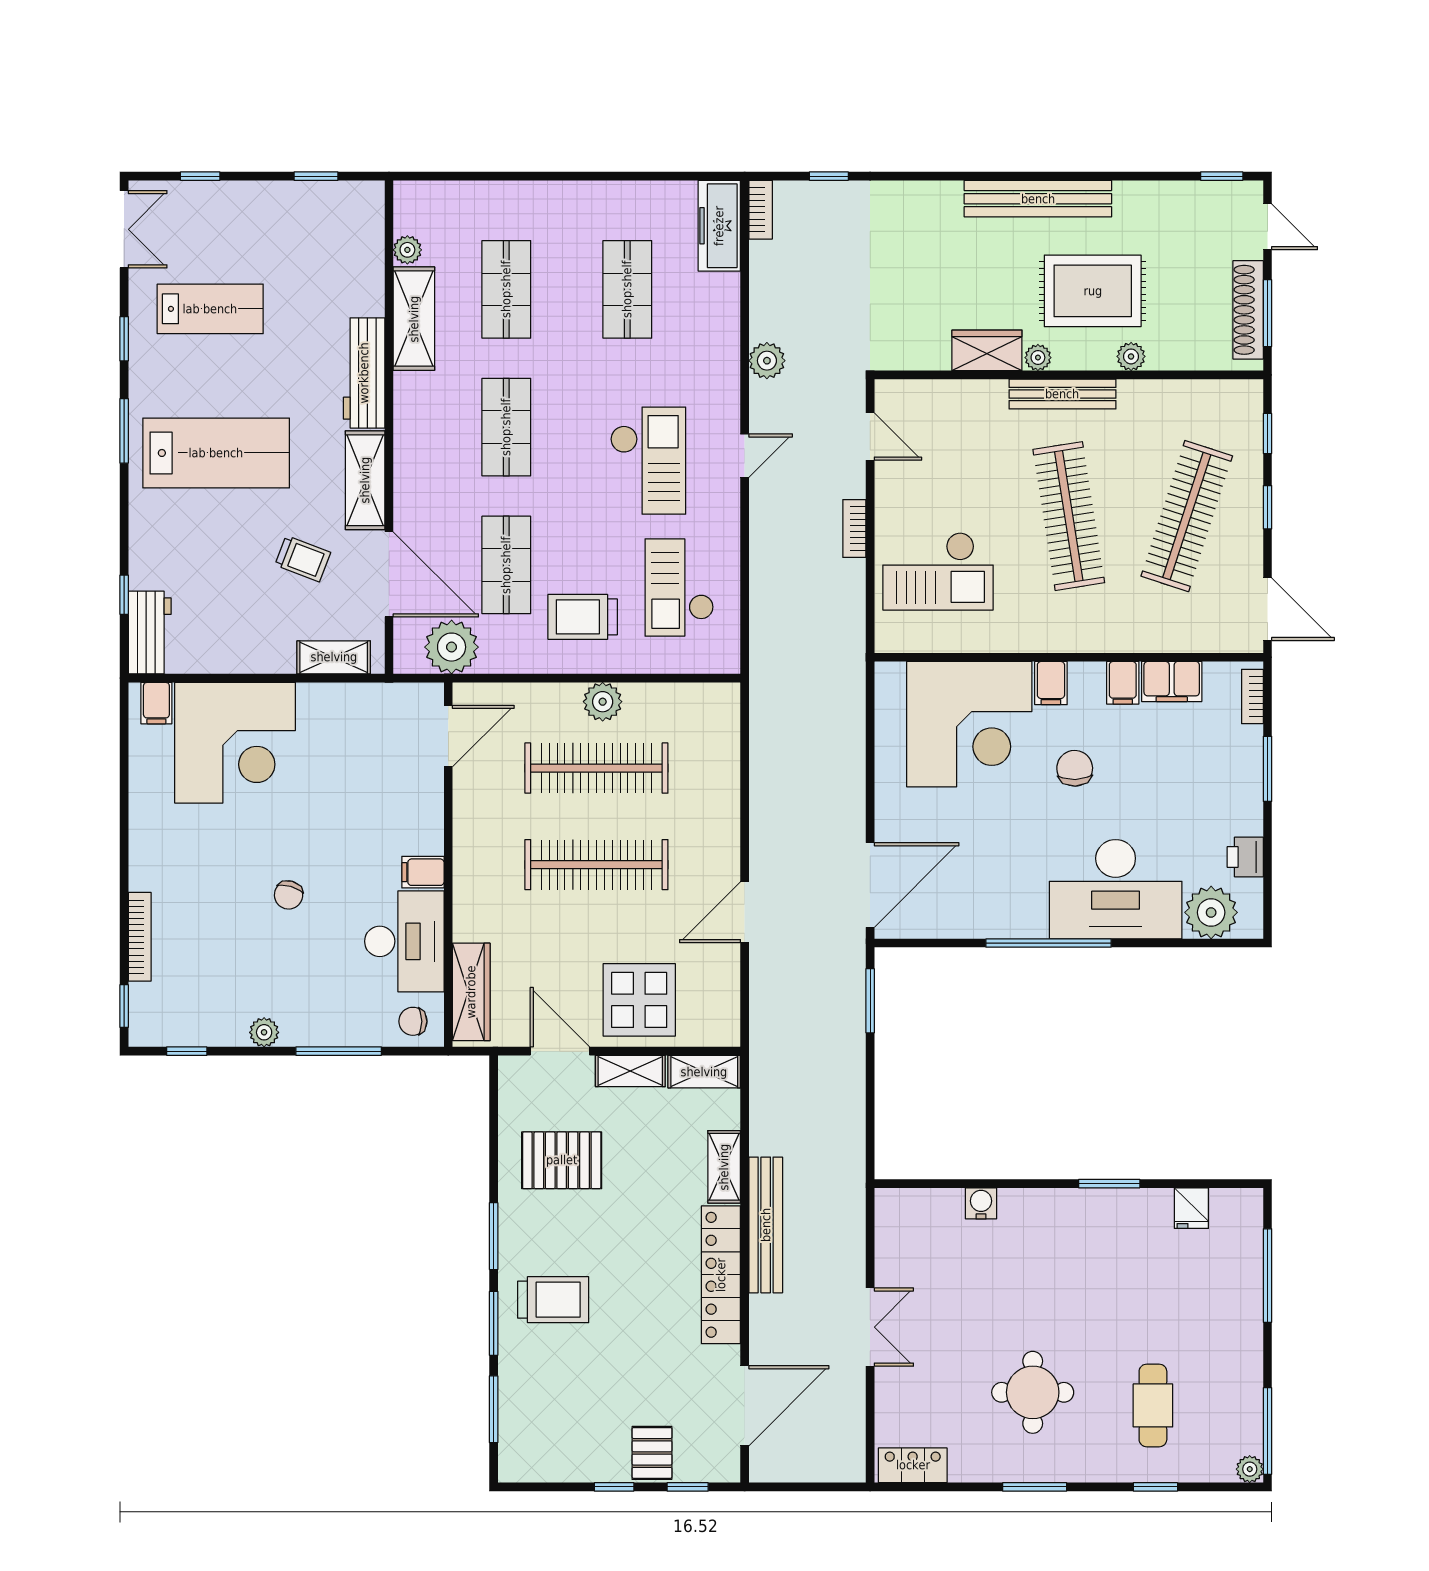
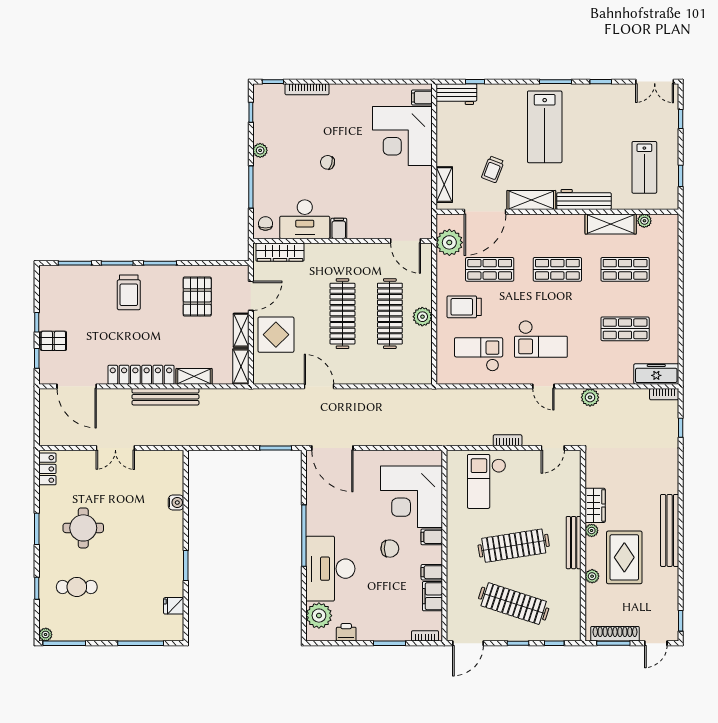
lab bench: (210, 309) -> (644, 167), moved
trolley: (583, 617) -> (464, 307), turned -90

